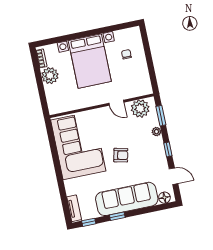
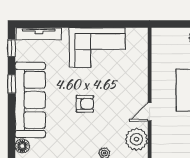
corner sofa: (78, 145) -> (97, 48), width x0.73, depth x0.74
armchair: (121, 155) -> (85, 104), turned -103
tv unit: (74, 208) -> (39, 34), width x1.41

